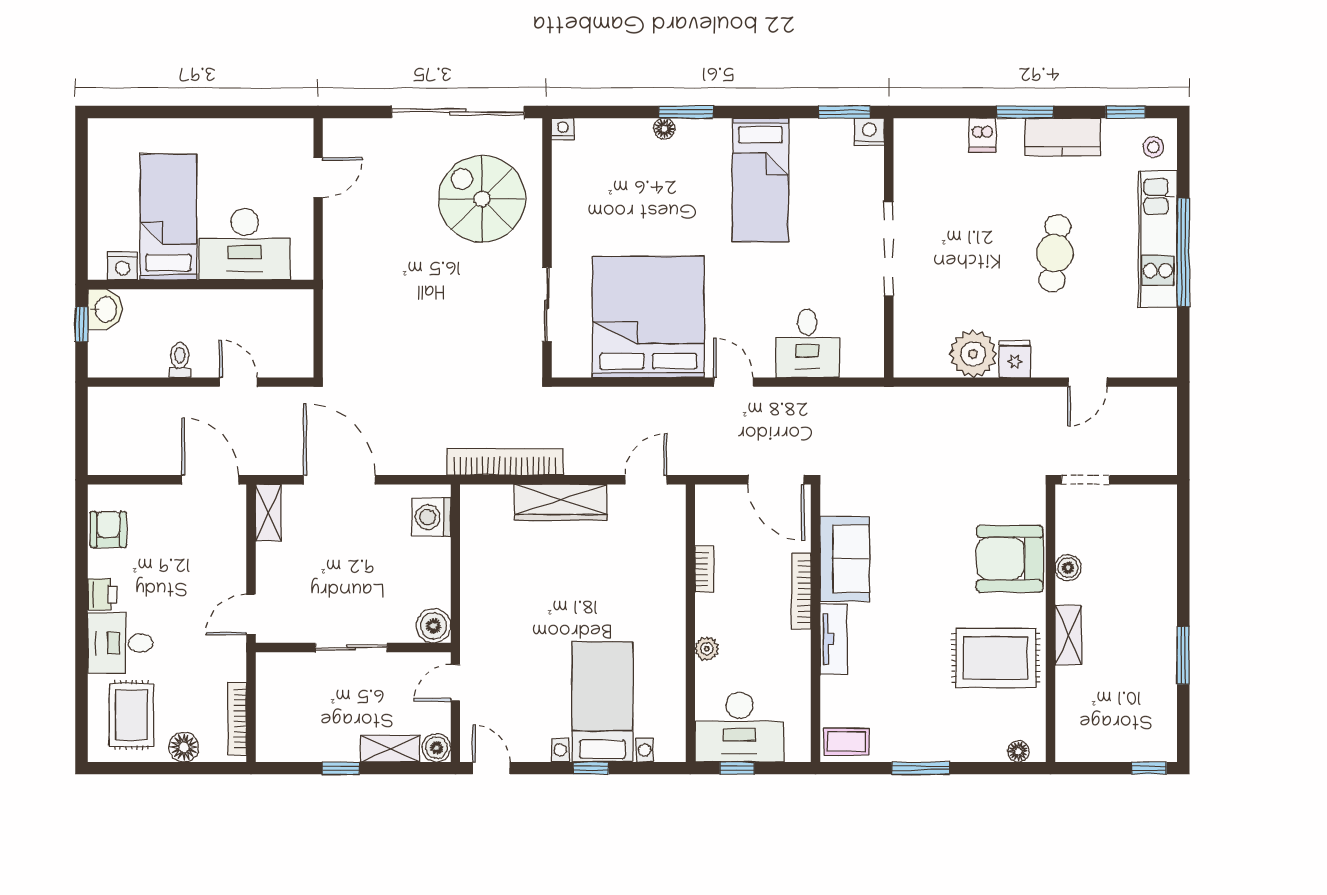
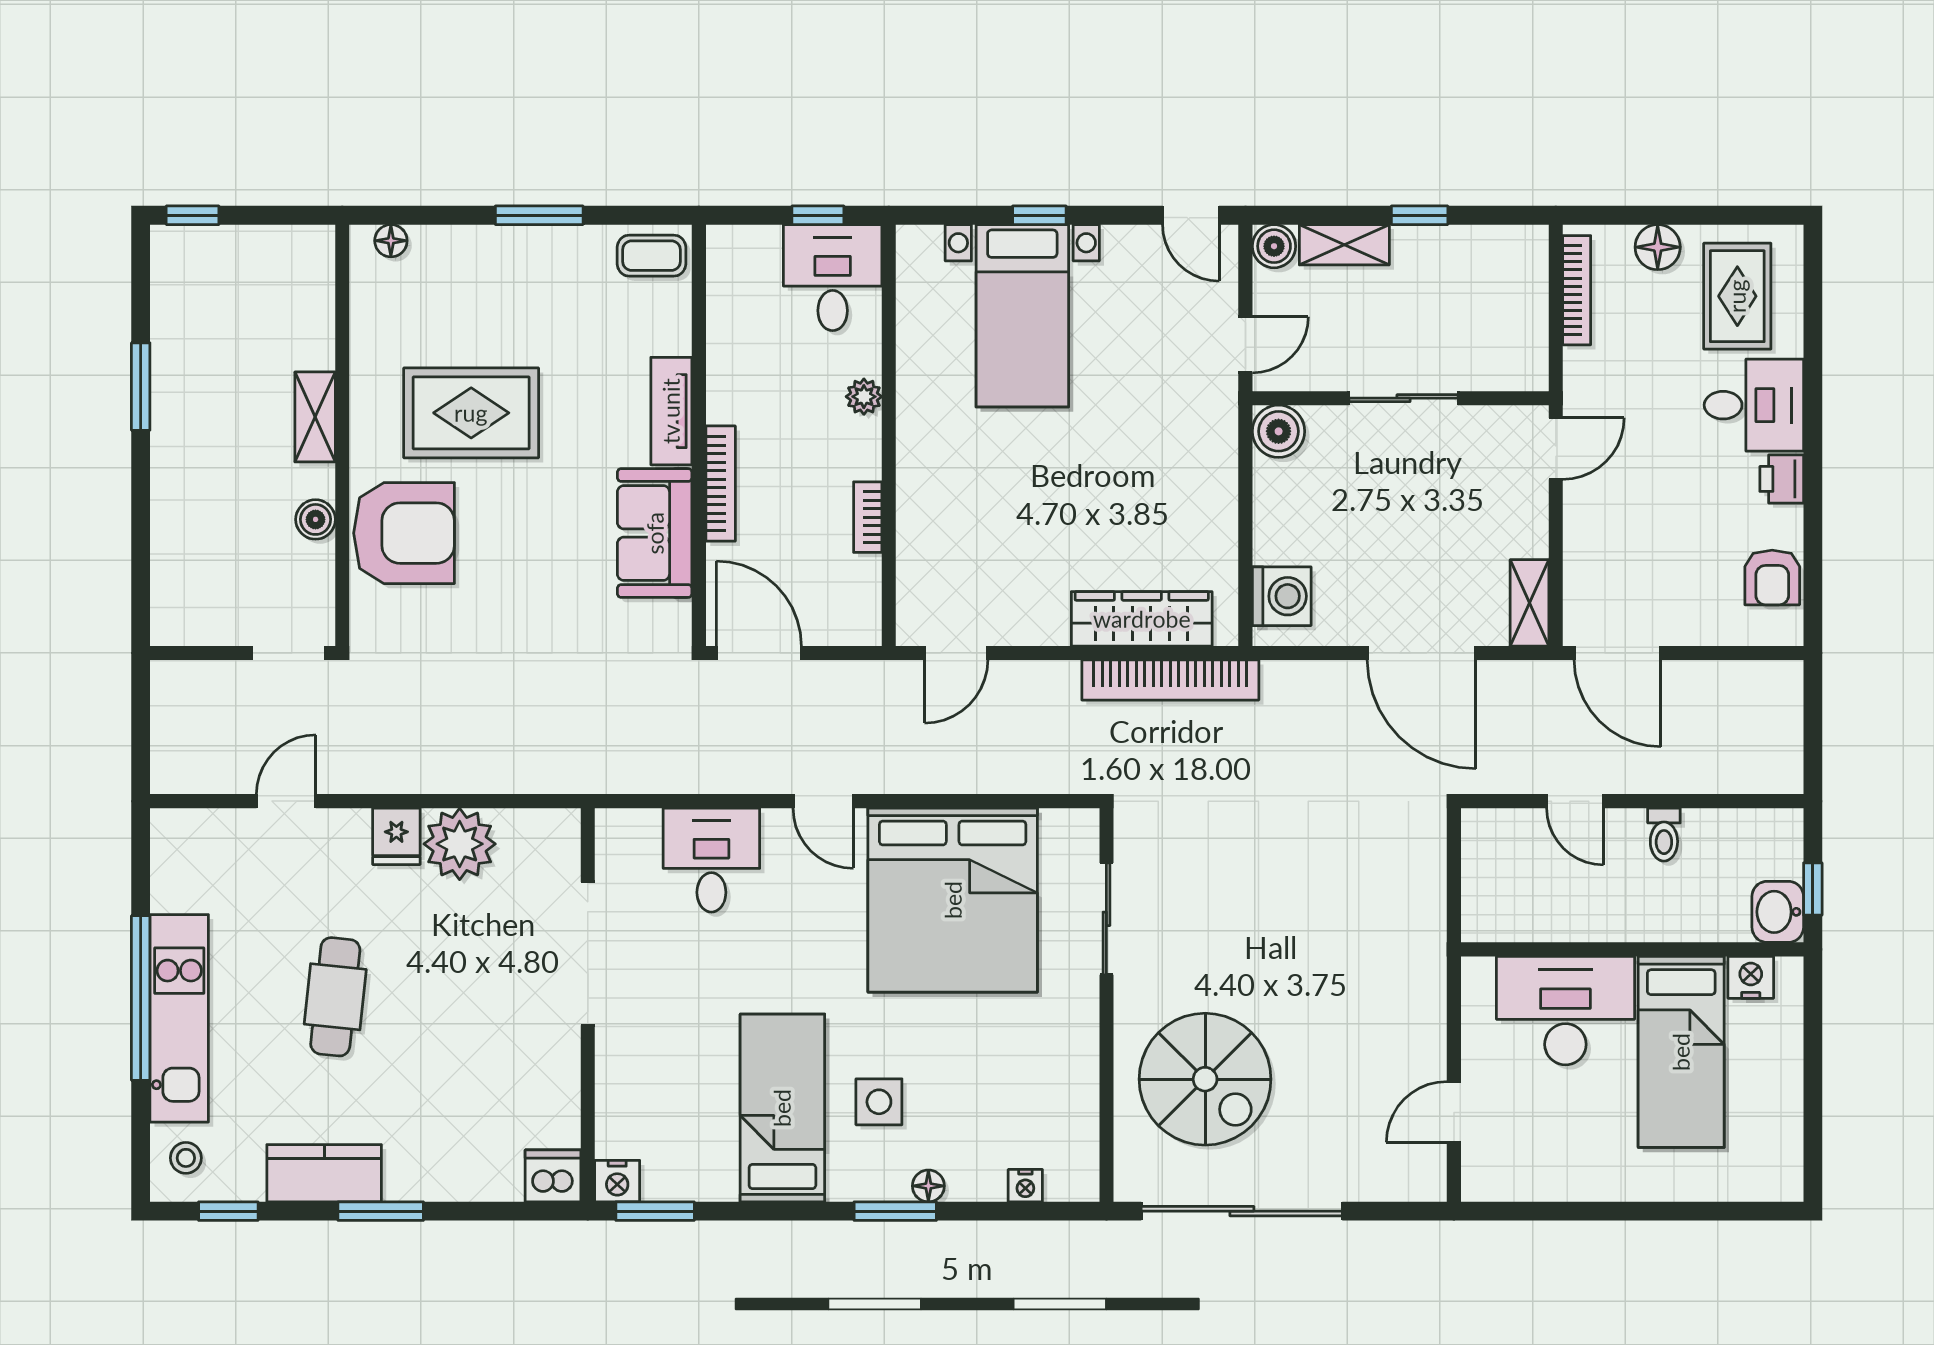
nightstand: (563, 129) -> (1025, 1186), moved
dishwasher: (982, 135) -> (553, 1176), moved, width x1.38
side table: (697, 184) -> (879, 1102), added
doorway: (889, 249) -> (588, 954), moved
wardrobe: (561, 502) -> (1142, 619), moved
rug: (996, 658) -> (471, 413), moved
desk: (739, 727) -> (833, 278), width x0.73

